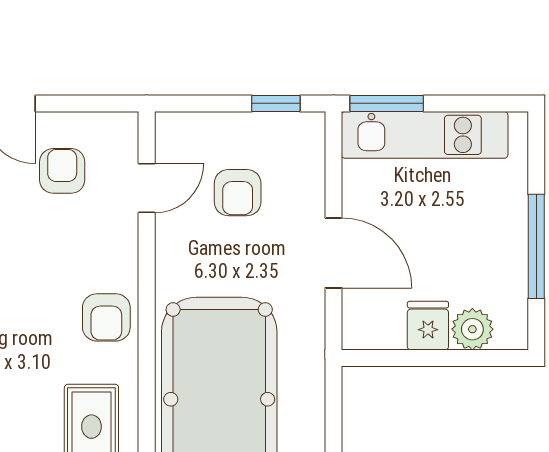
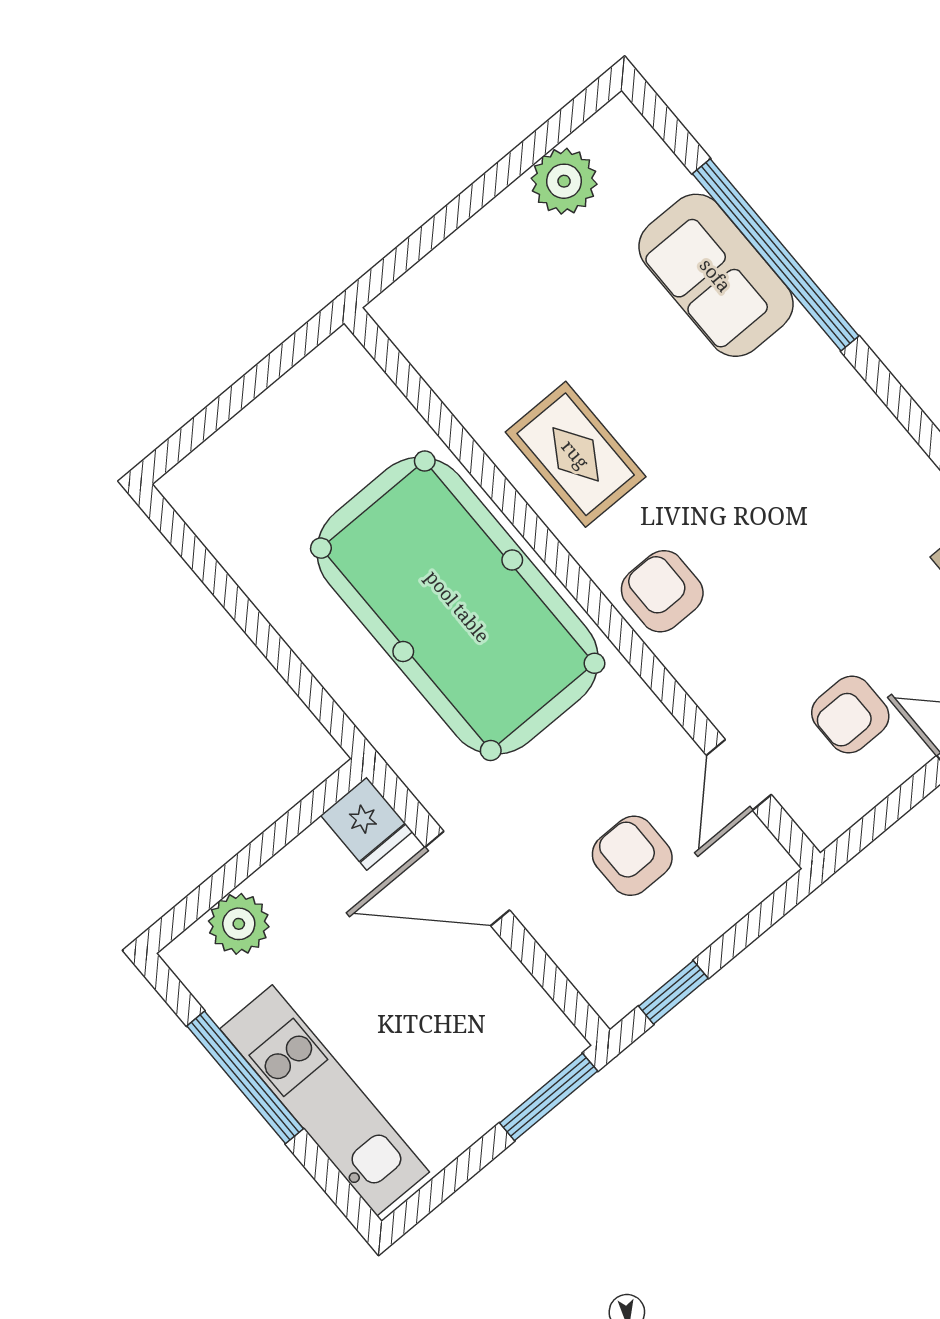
kitchen unit: (425, 135) -> (325, 1100), moved, turned 90
armchair: (62, 171) -> (850, 715), turned 90
fridge: (428, 326) -> (367, 824), moved

